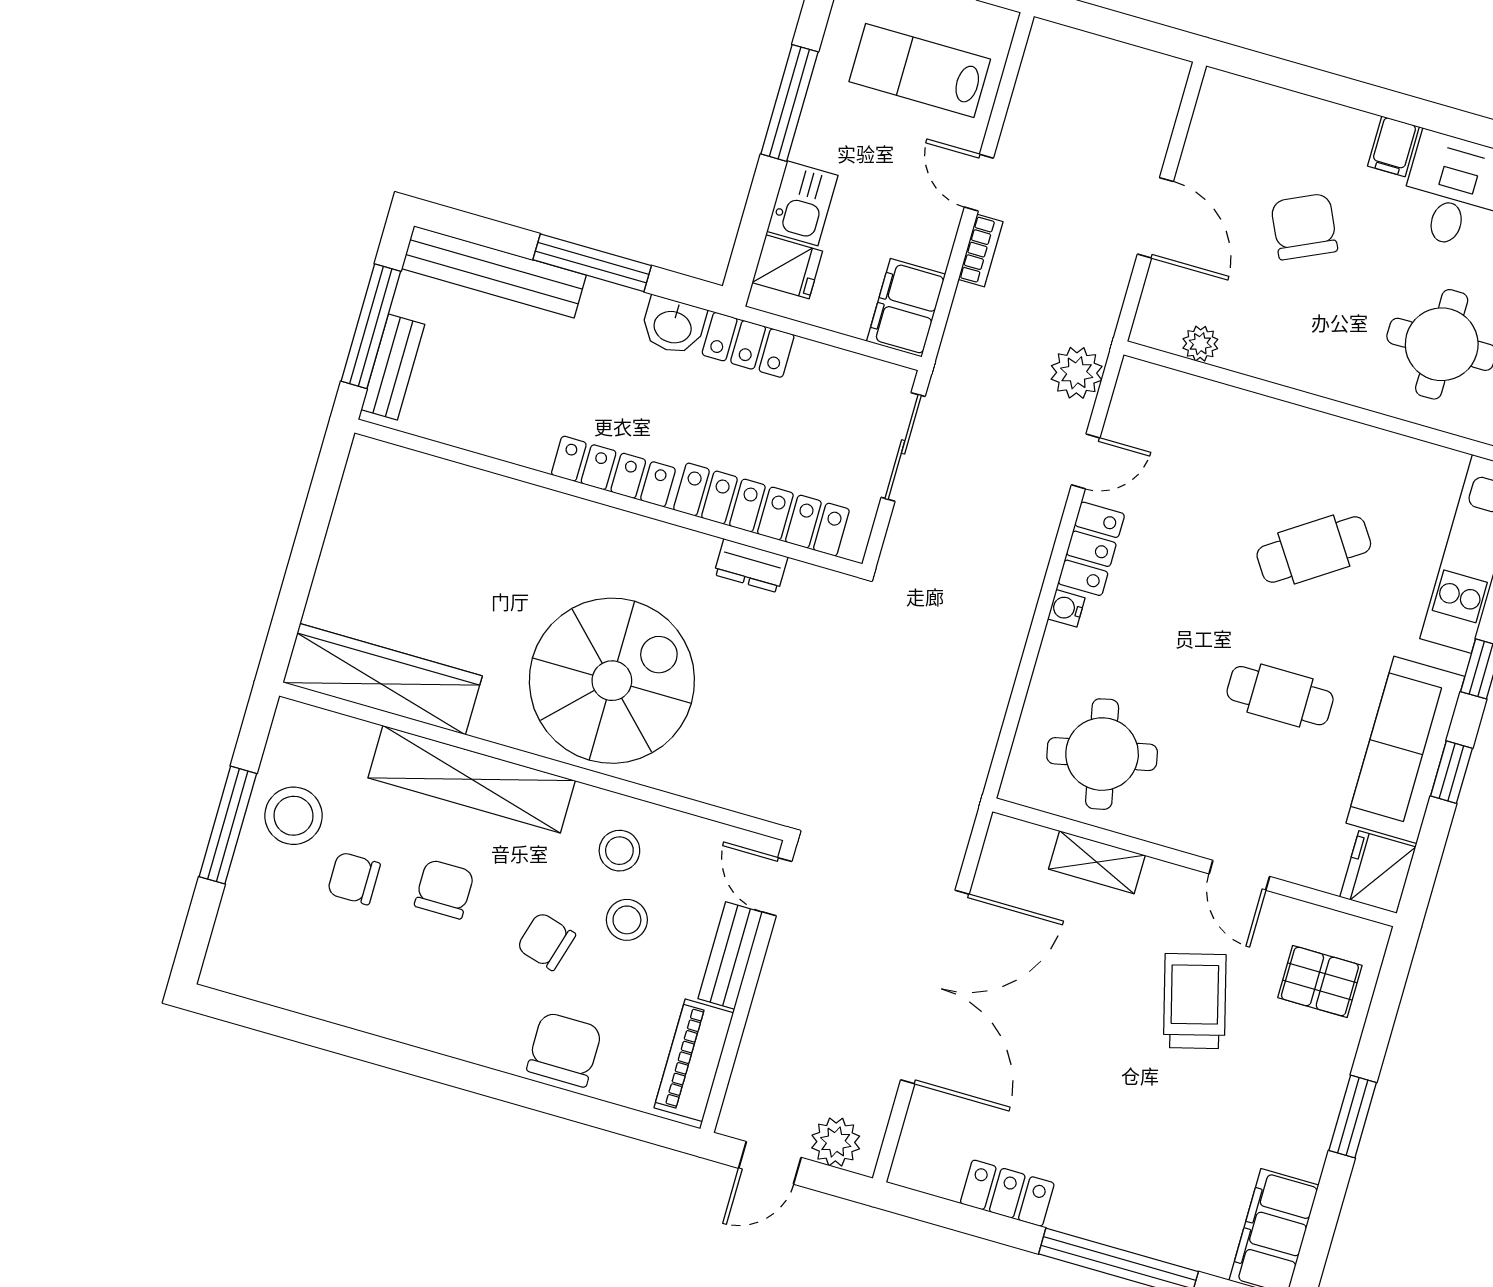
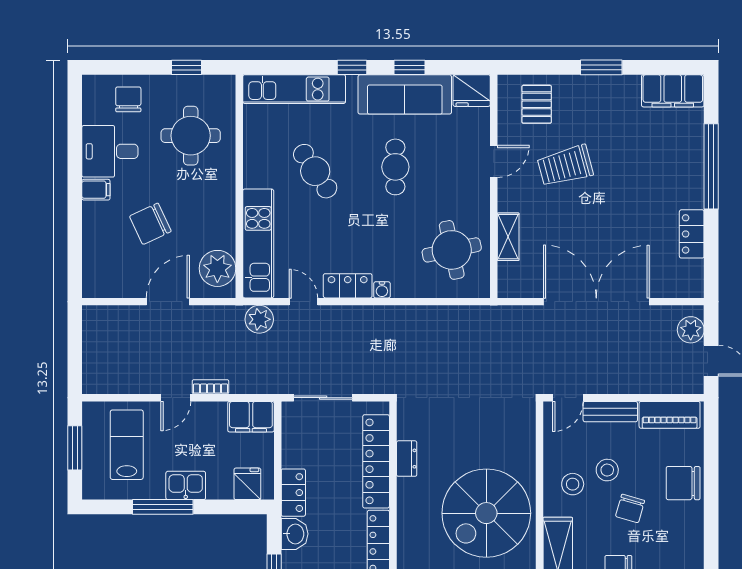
lab bench: (920, 70) -> (127, 445), turned 180
kitchen sink: (802, 203) -> (186, 485), moved
plant: (1200, 344) -> (217, 268), width x1.87, depth x1.87
kitchen unit: (1213, 410) -> (258, 243), added
spiral stairs: (612, 681) -> (486, 513), turned -90

